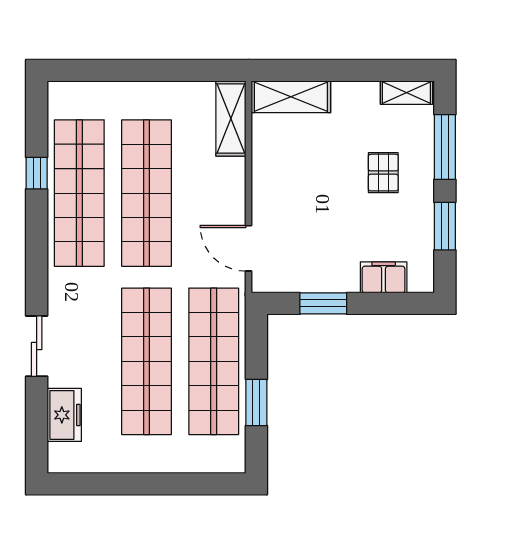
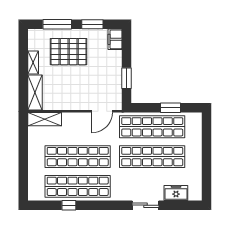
shelving: (406, 93) -> (33, 62), moved
pallet: (383, 173) -> (69, 52), width x2.05, depth x2.00
filing cabinet: (384, 277) -> (115, 39), moved

